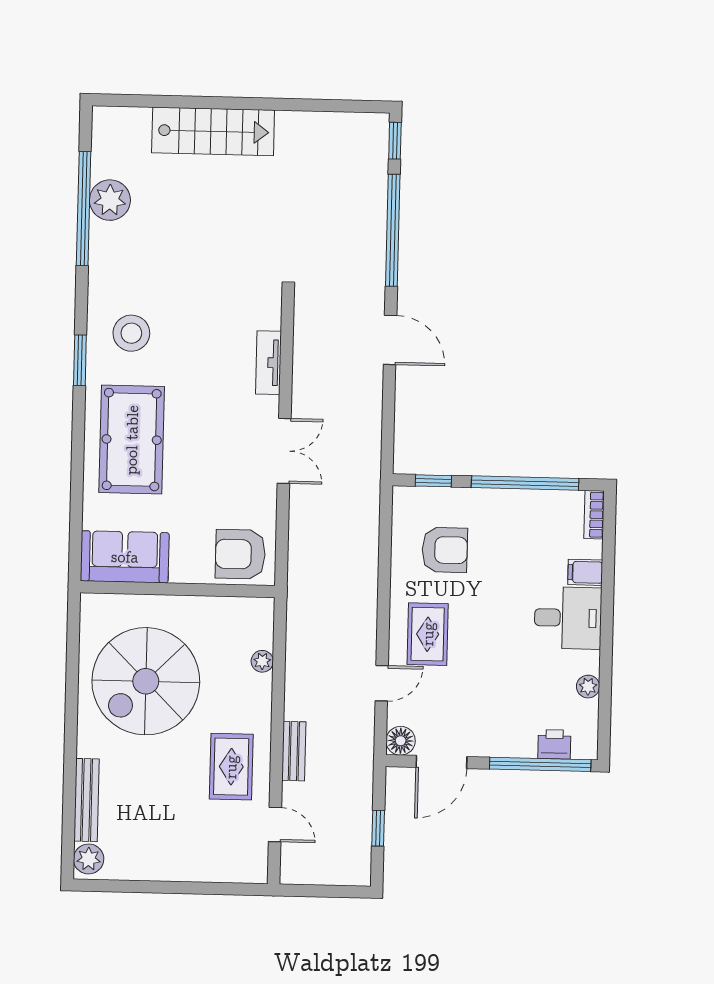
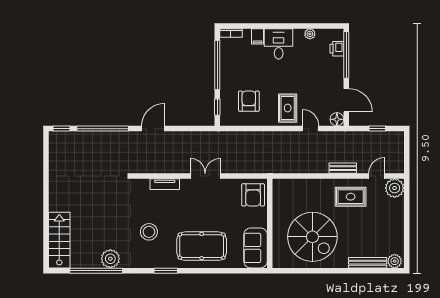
stairs: (213, 131) -> (59, 240), moved
plant: (110, 200) -> (110, 259), moved
stool: (131, 333) -> (149, 232), moved
rug: (428, 634) -> (288, 108), turned 90
plant: (262, 661) -> (395, 188), moved, width x1.87, depth x1.87

